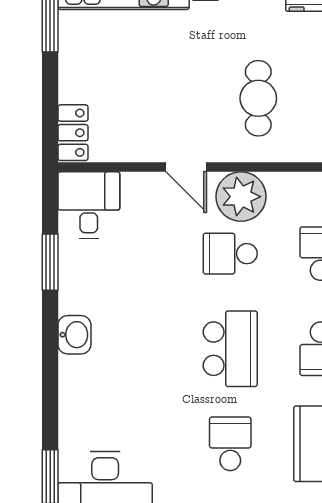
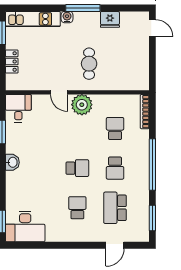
locker: (73, 133) -> (12, 62), moved
school desk: (230, 254) -> (77, 128), removed
school desk: (230, 349) -> (77, 168), width x0.54

